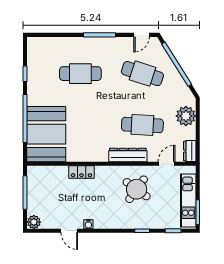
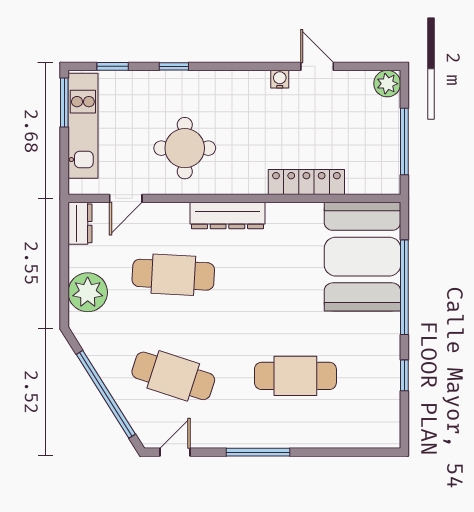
dresser: (128, 155) -> (227, 216), moved
locker: (81, 172) -> (306, 182), width x1.53
round table: (137, 189) -> (185, 148), turned -36

